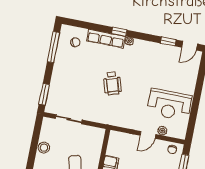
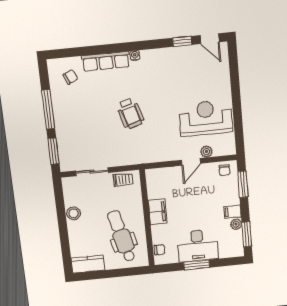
window: (119, 32) -> (119, 48), removed
door: (189, 46) -> (210, 39), hinge flipped
window: (53, 47) -> (48, 109), moved
reception desk: (169, 105) -> (206, 118), turned 180
trolley: (91, 133) -> (123, 180), added

